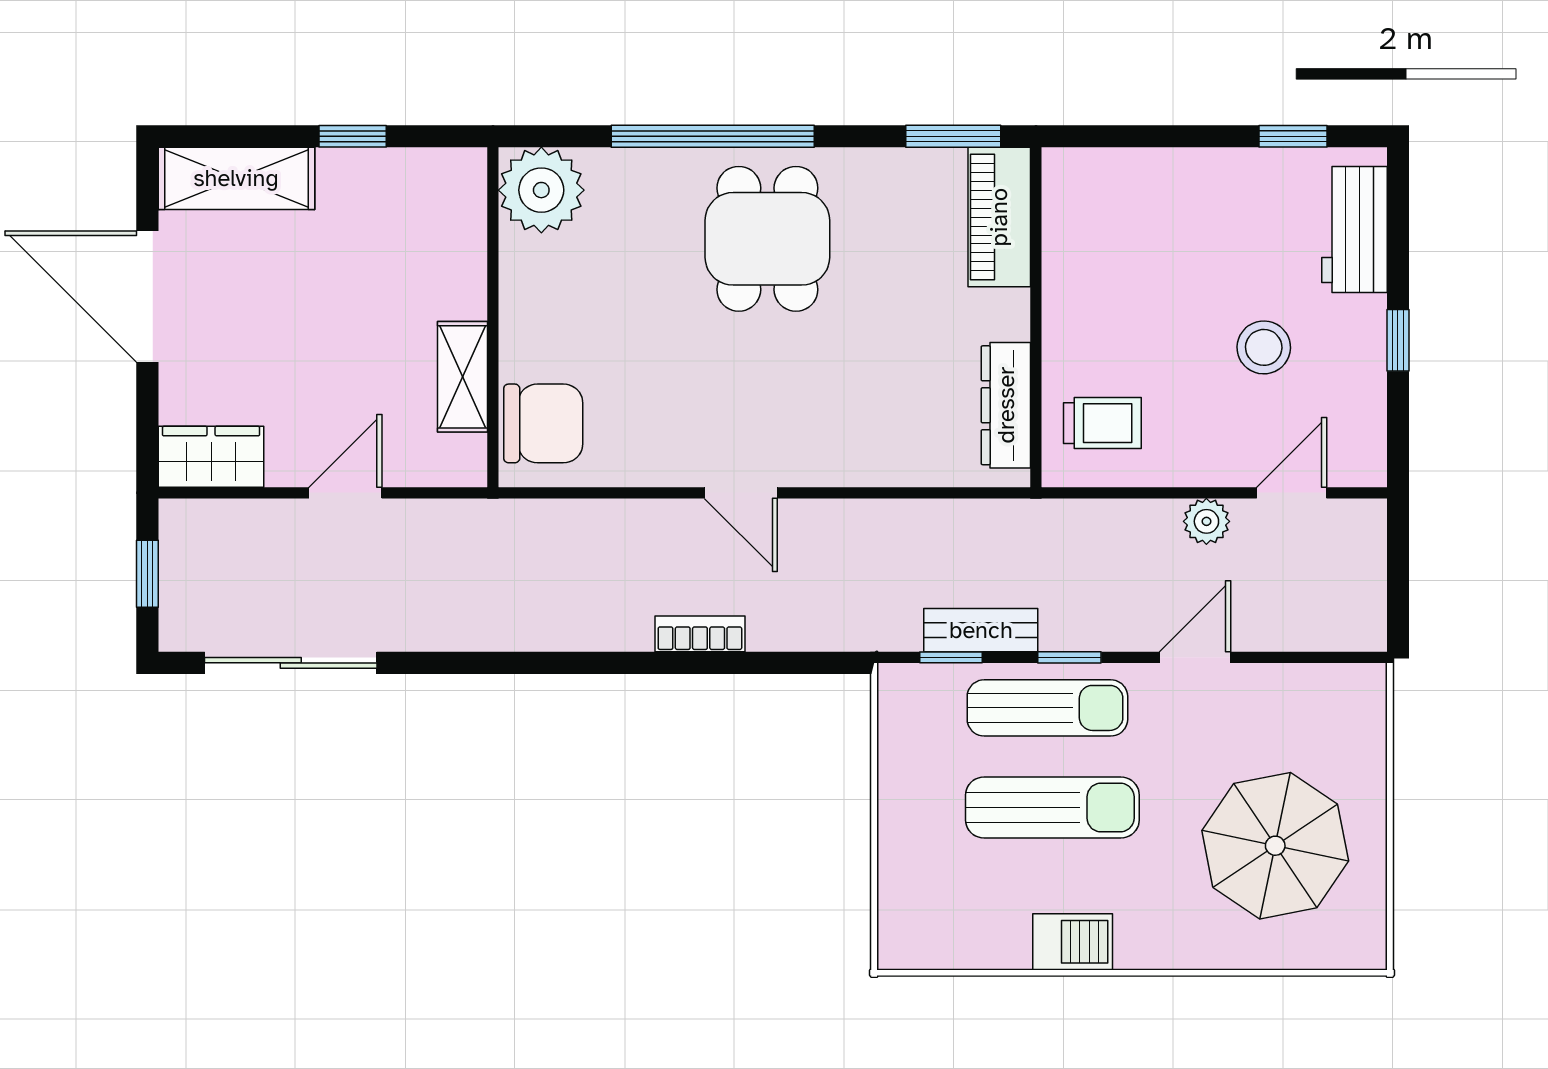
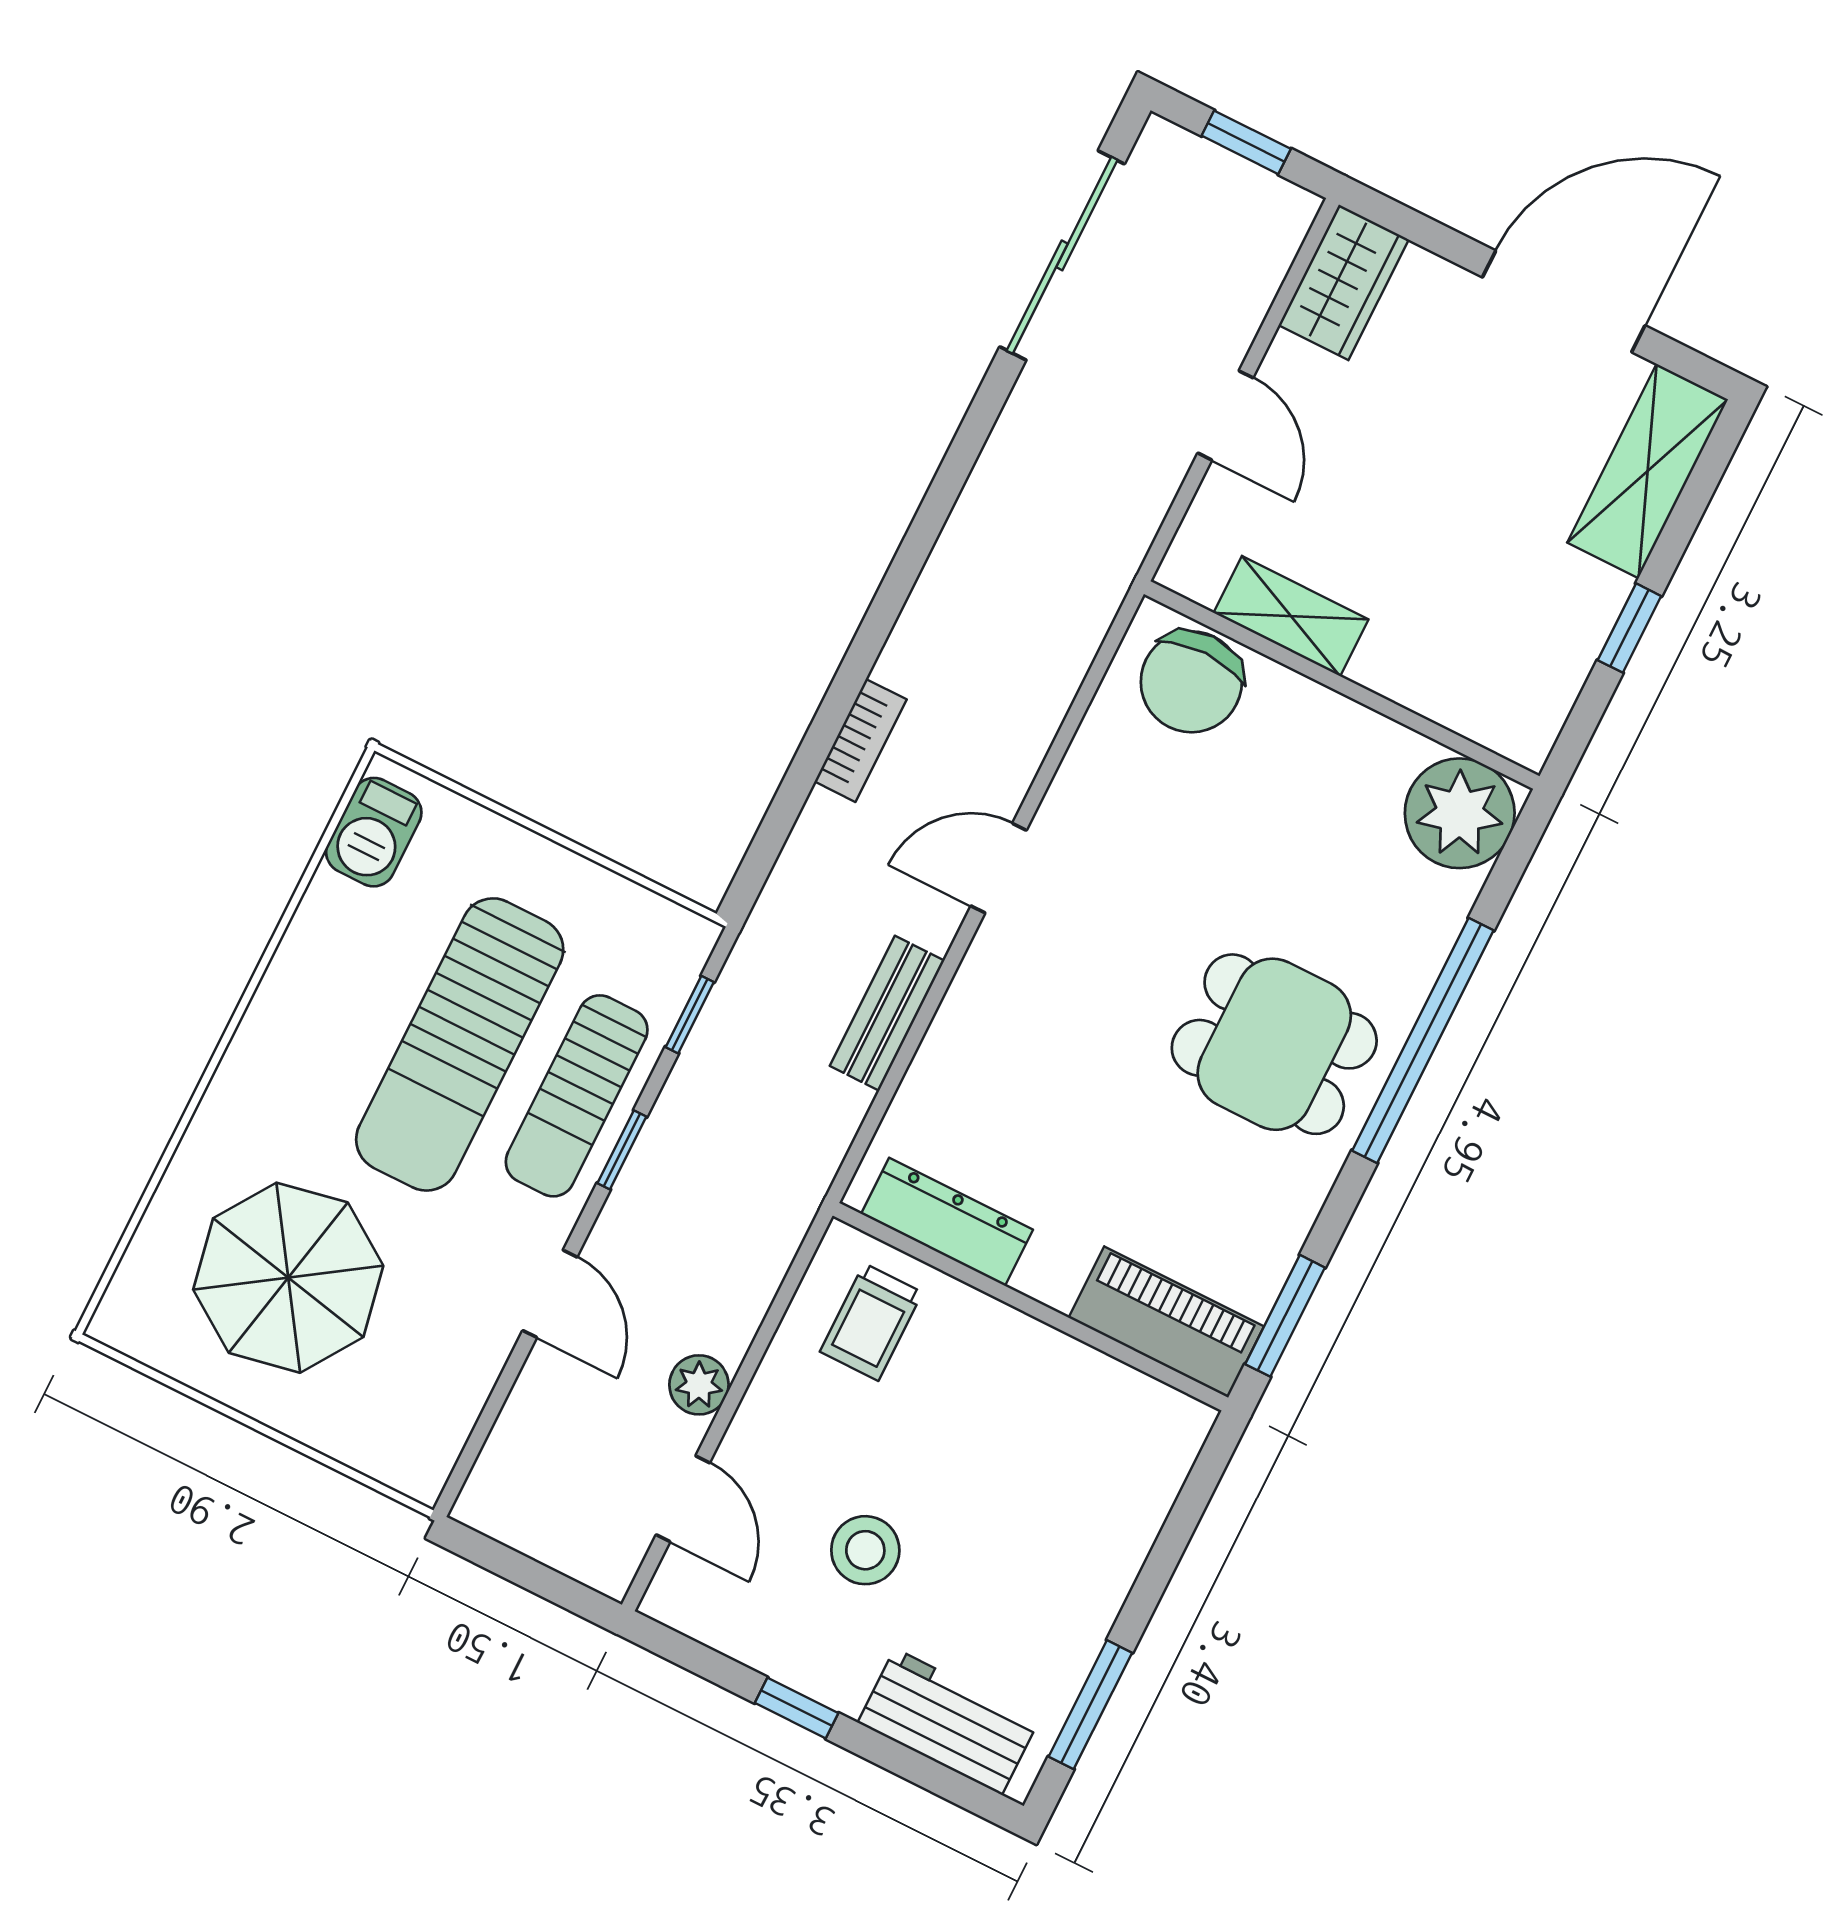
window: (1293, 136) -> (1090, 1705), width x1.50
bench: (981, 630) -> (887, 1013), moved
sun lounger: (1052, 808) -> (460, 1044), width x1.36, depth x1.34
barbecue: (1073, 942) -> (374, 832), moved

